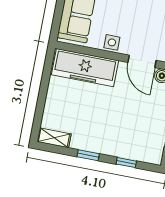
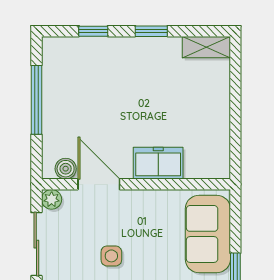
side table: (112, 42) -> (111, 256), moved
freezer: (85, 68) -> (158, 163), width x0.52, depth x0.79

